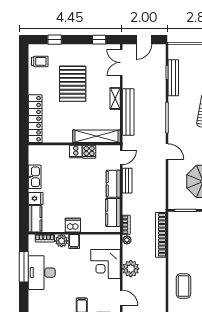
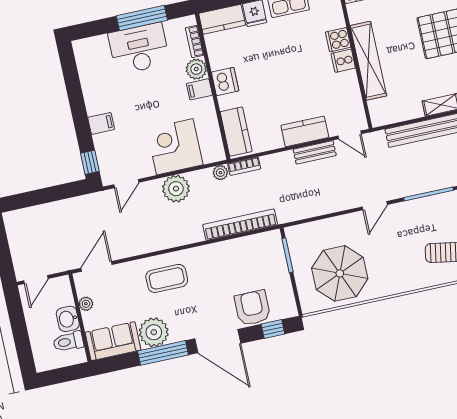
shelving: (96, 136) -> (368, 61), moved
cooker: (89, 152) -> (338, 40), moved
kitchen counter: (113, 212) -> (236, 132), moved, turned 90

